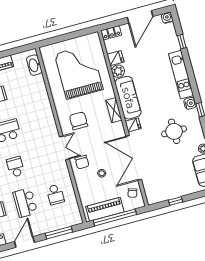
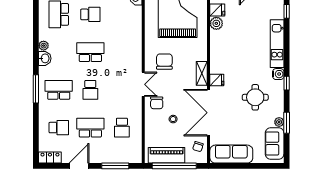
sofa: (128, 98) -> (231, 154), moved, turned -90
shelving: (114, 110) -> (202, 73), moved
school desk: (16, 167) -> (90, 90), turned 180
window: (175, 201) -> (238, 166), removed
school desk: (25, 203) -> (90, 128), turned 90

